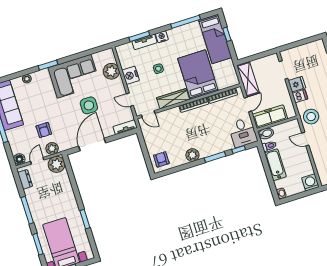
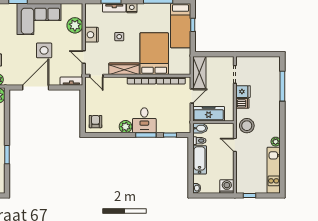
desk: (243, 132) -> (144, 120), moved

